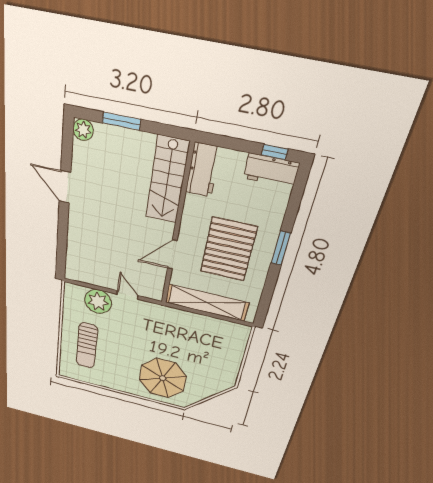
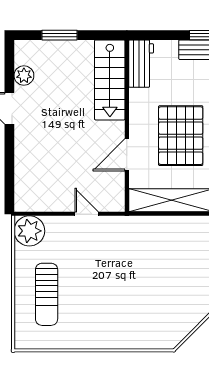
plant: (83, 130) -> (24, 76), moved
plant: (98, 301) -> (29, 231), moved
parasol: (163, 378) -> (141, 313), removed

